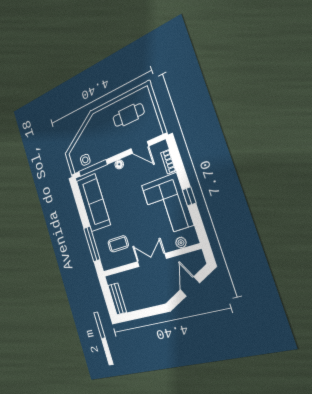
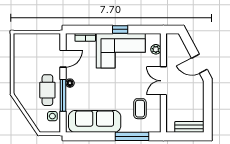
cafe table: (128, 115) -> (47, 90), moved
window: (93, 168) -> (63, 95), moved
door: (190, 286) -> (199, 64), moved

